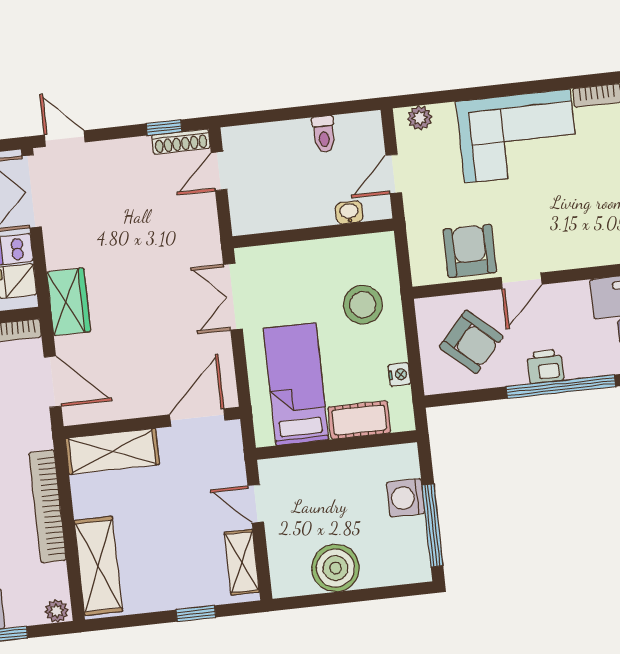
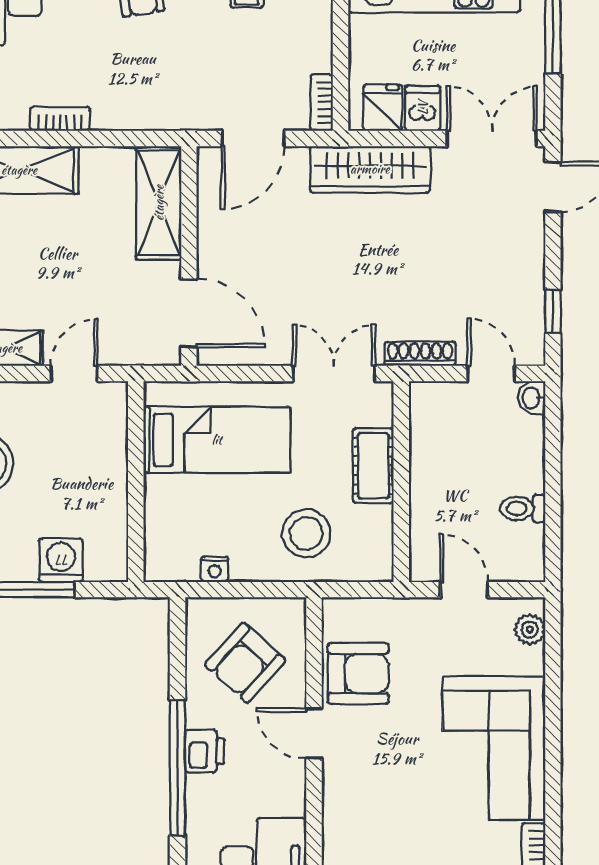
shoe rack: (181, 142) -> (420, 354), moved, turned 90
washbasin: (349, 212) -> (532, 398), moved, turned 180
wardrobe: (69, 302) -> (370, 169), width x1.50
cot: (359, 420) -> (373, 466), moved
bookcase: (48, 506) -> (60, 119), width x0.43, depth x0.76

